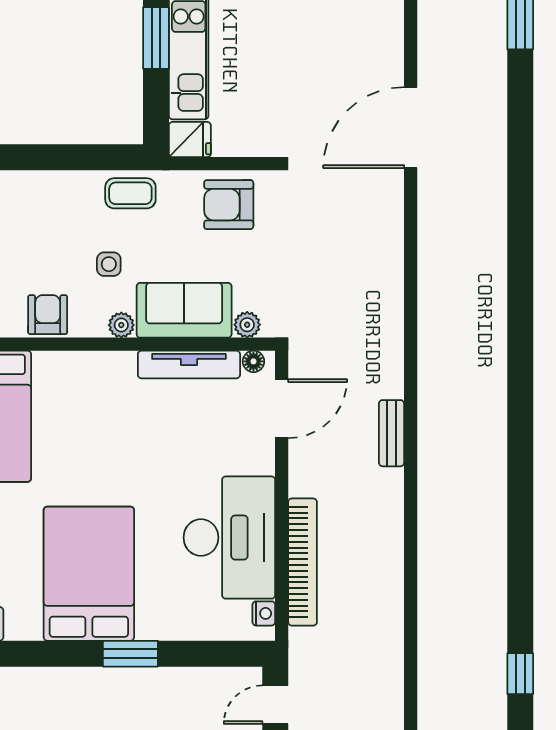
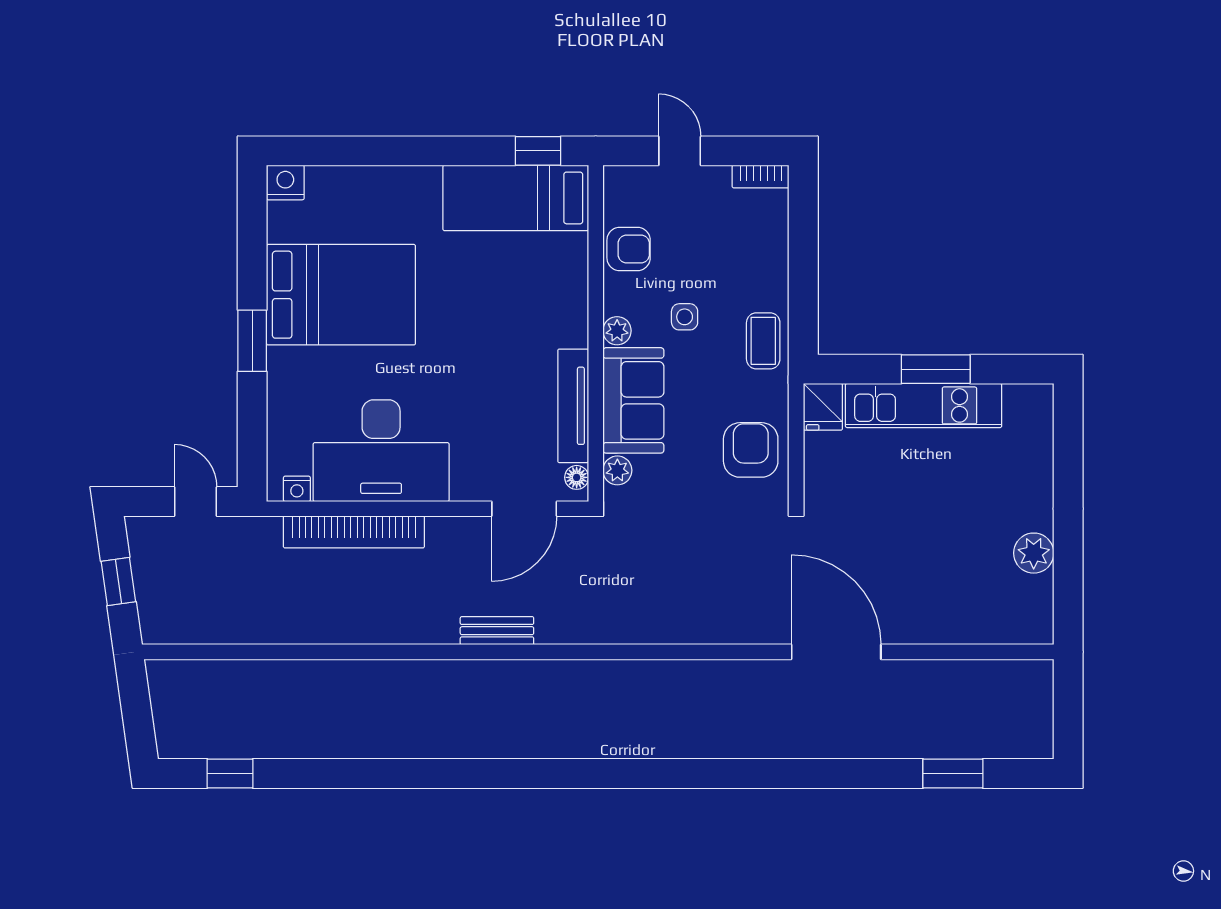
door: (282, 409) -> (524, 509), hinge flipped

